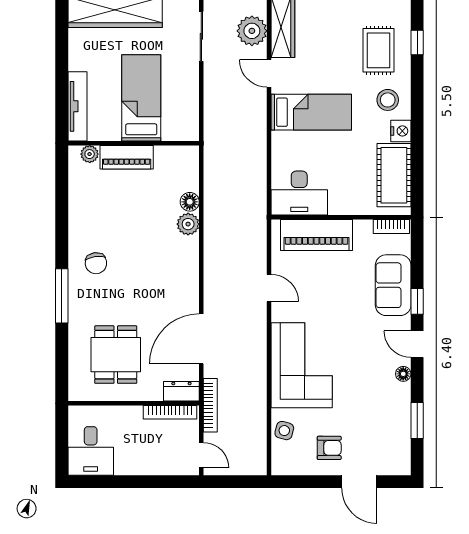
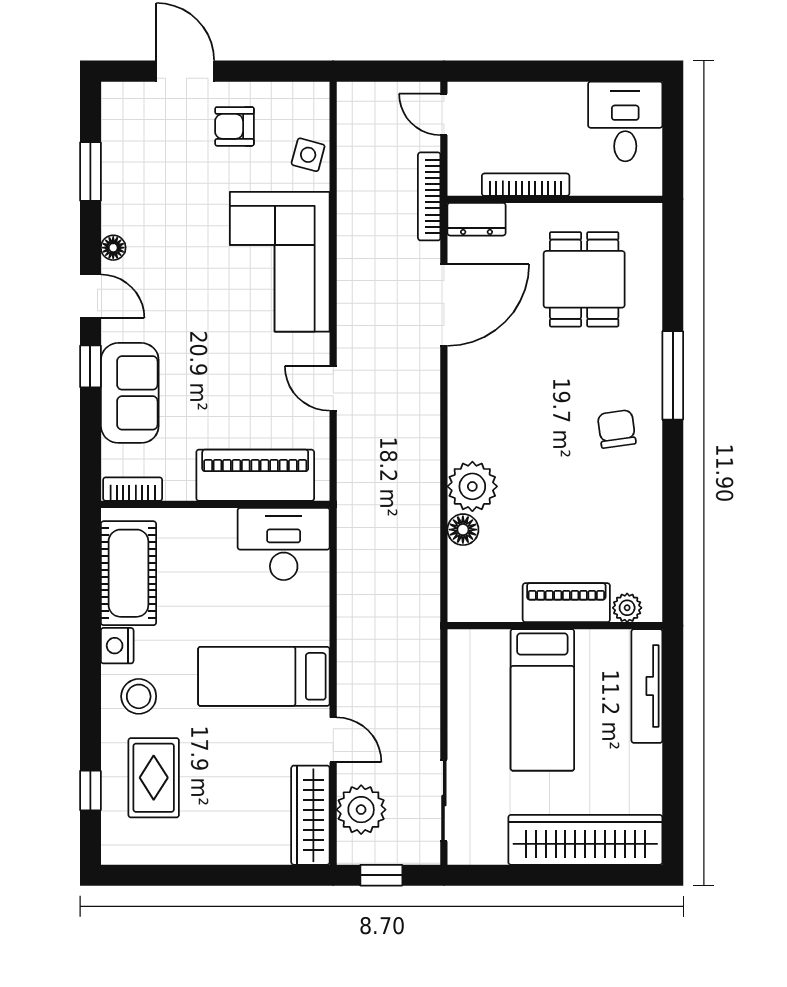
plant: (188, 224) -> (472, 486), width x1.36, depth x1.36
bookcase: (170, 412) -> (526, 185), moved

